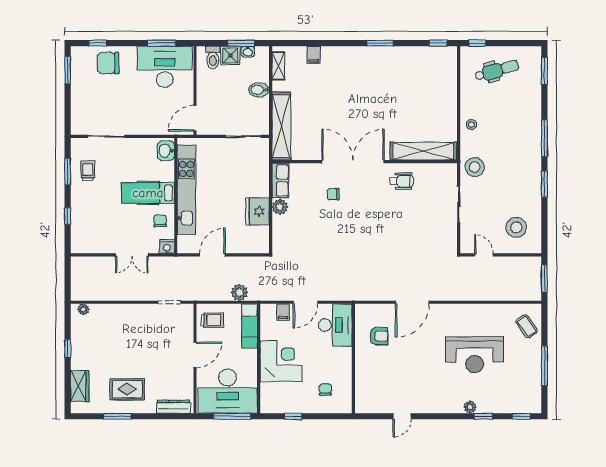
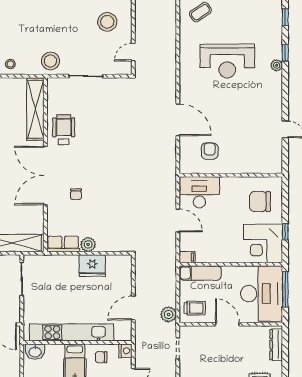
wheelchair: (402, 181) -> (64, 130), width x1.36, depth x1.37
door: (212, 255) -> (133, 308), hinge flipped
plant: (239, 292) -> (169, 314), moved
filing cabinet: (283, 312) -> (187, 257), moved
trolley: (212, 320) -> (195, 308), turned 90
reception desk: (475, 355) -> (227, 61), turned 90
corner desk: (281, 361) -> (263, 243), moved, turned -90
chair: (325, 390) -> (260, 201), width x1.87, depth x1.87

